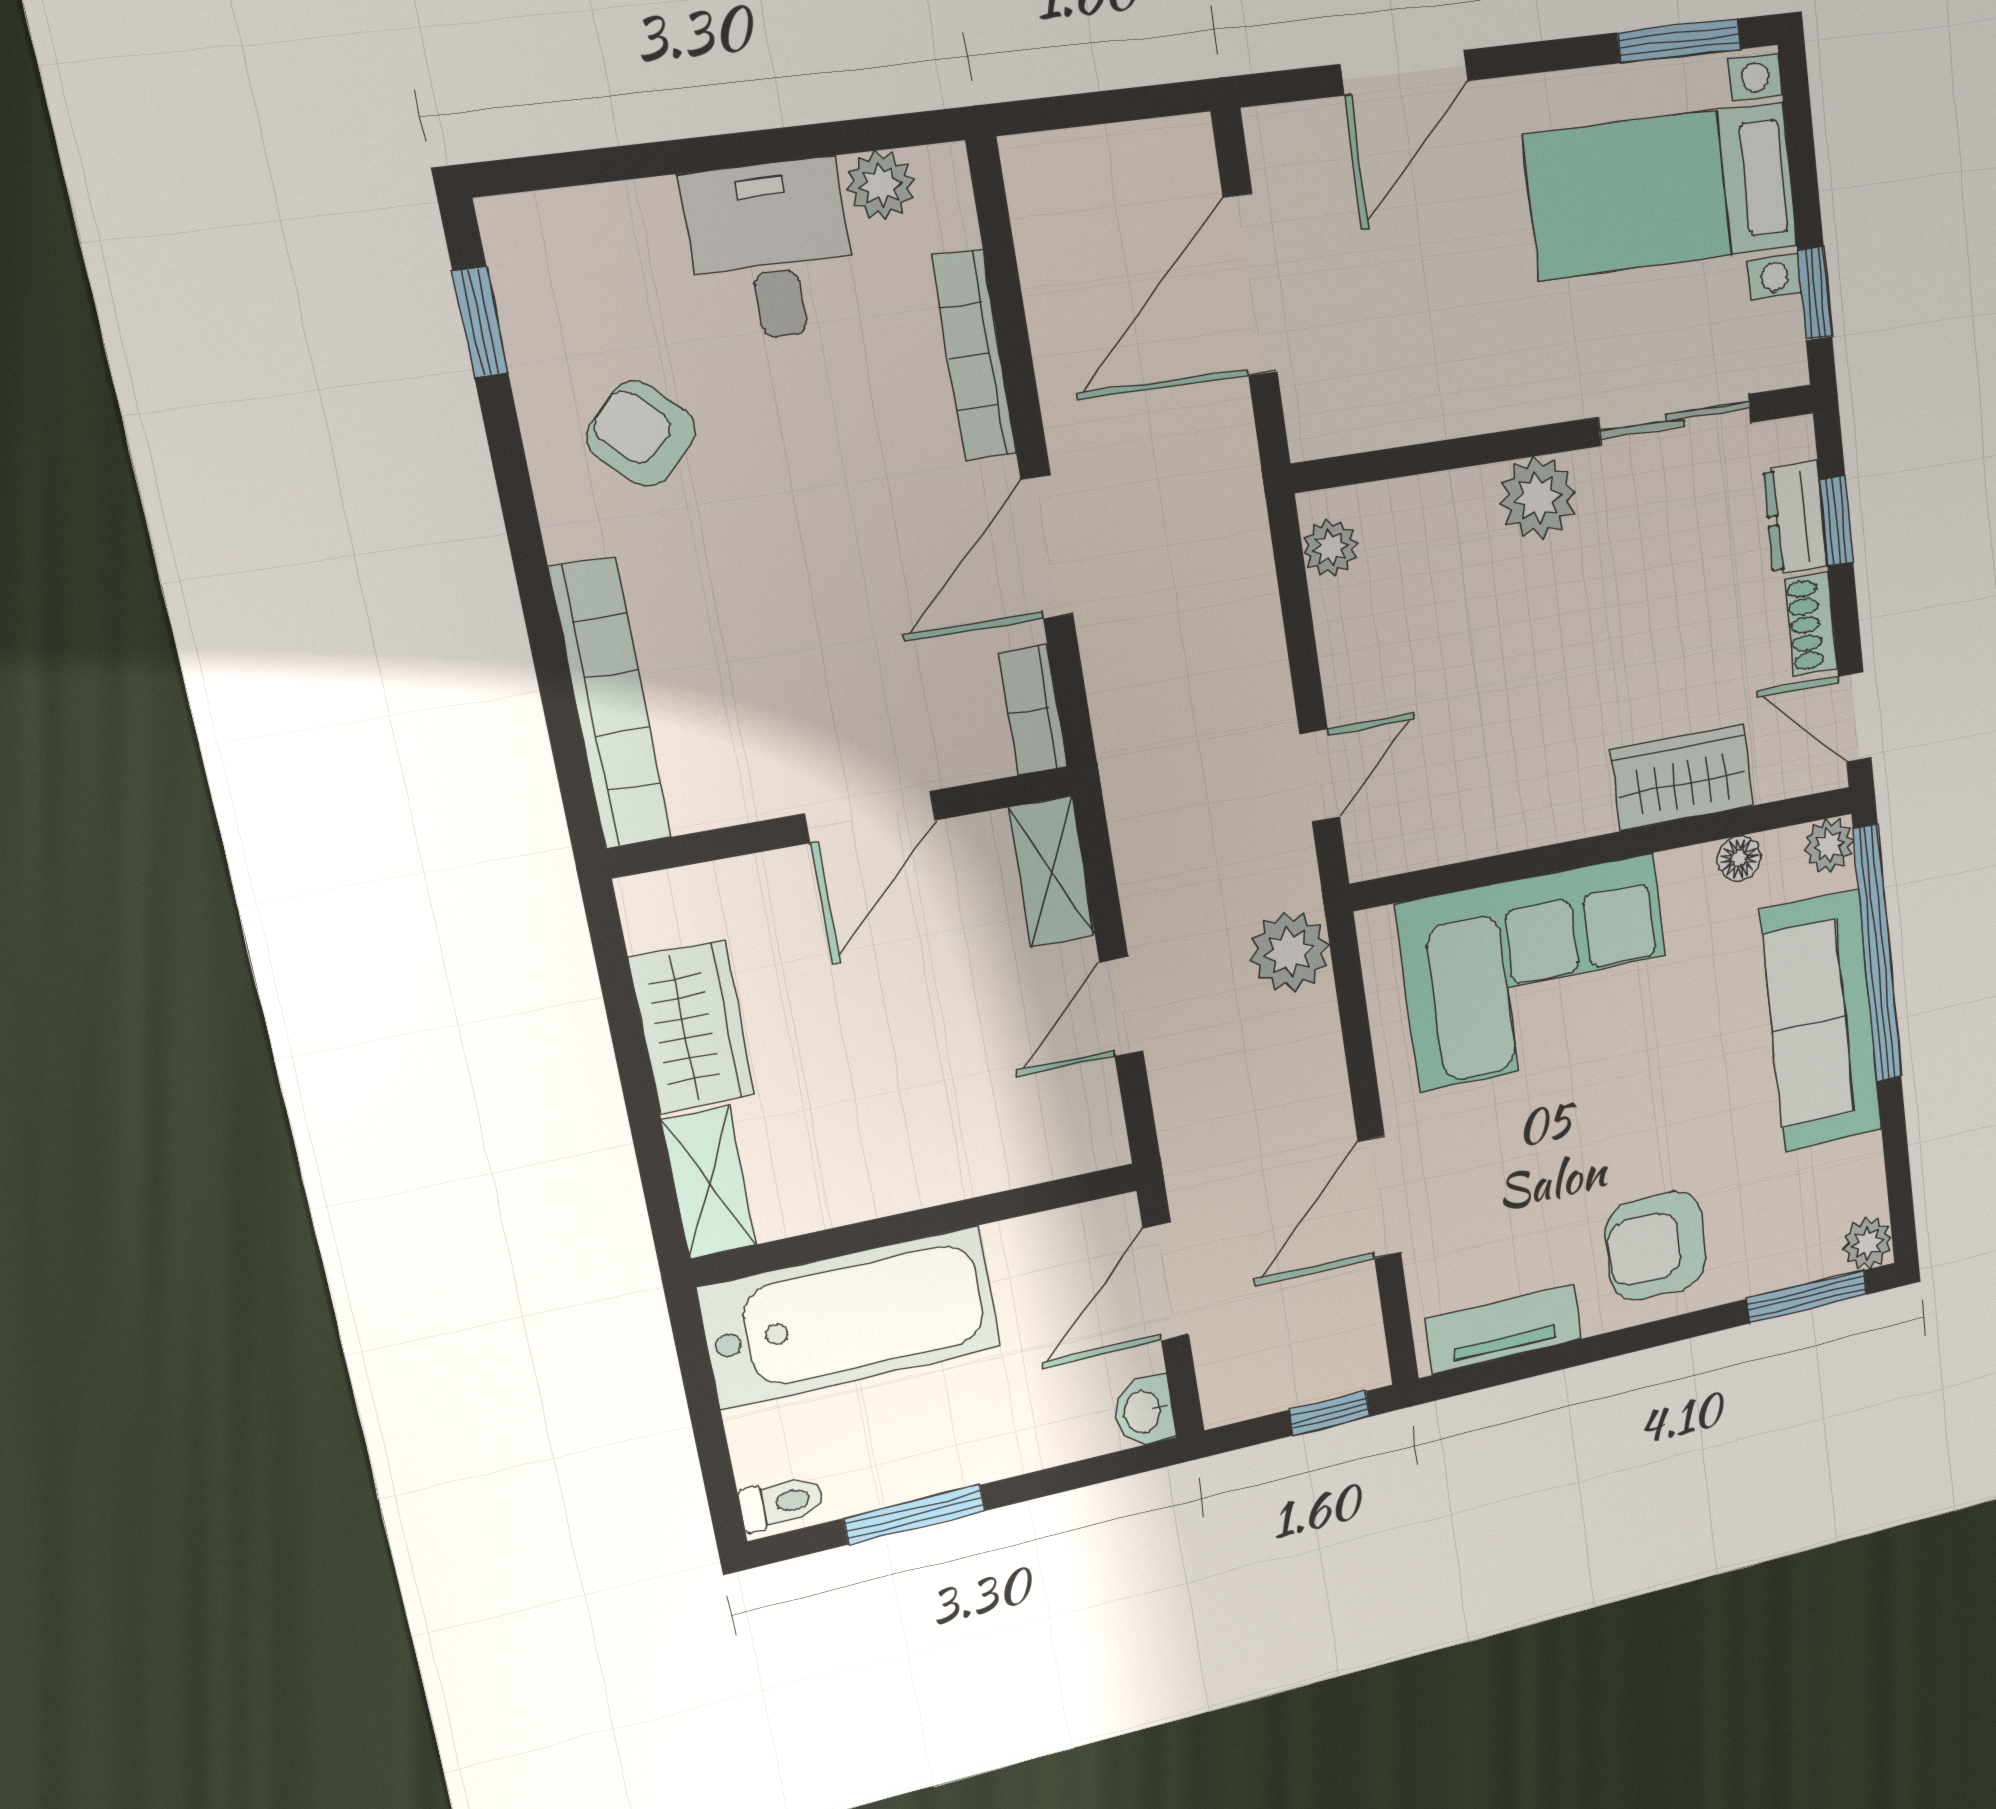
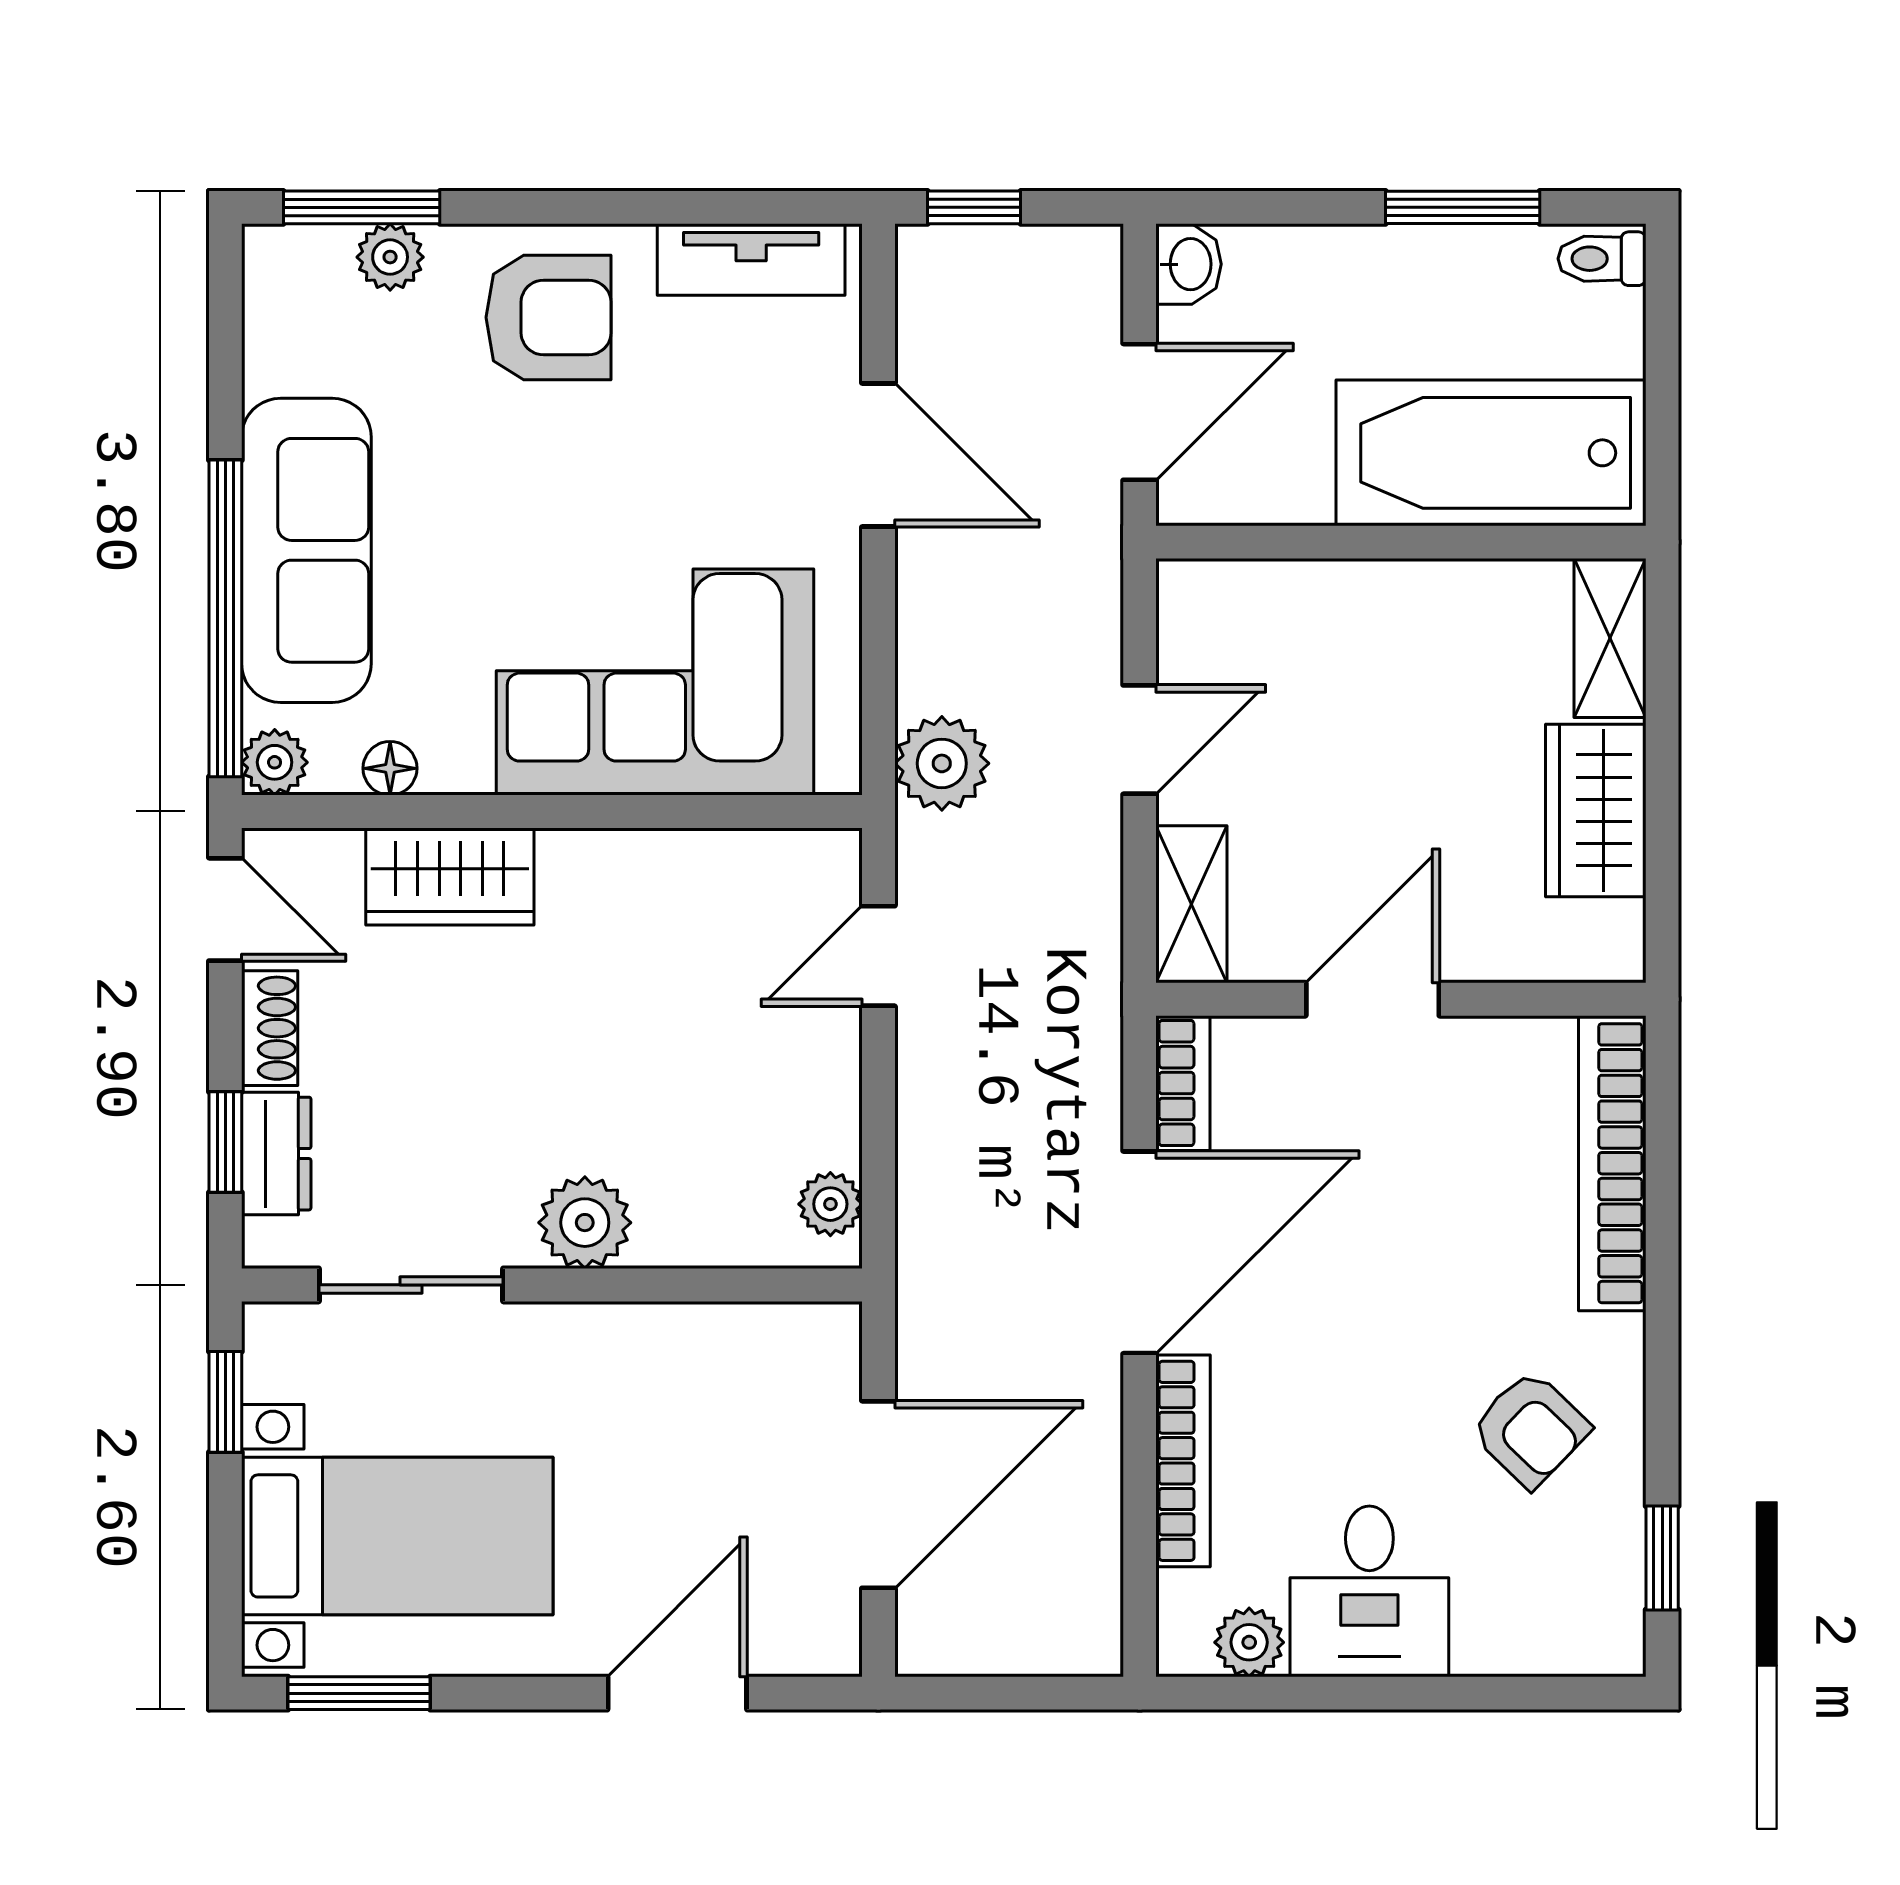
door: (1047, 547) -> (1140, 1252), width x1.36
door: (1379, 1197) -> (878, 455), hinge flipped
plant: (1867, 1243) -> (390, 257), moved

